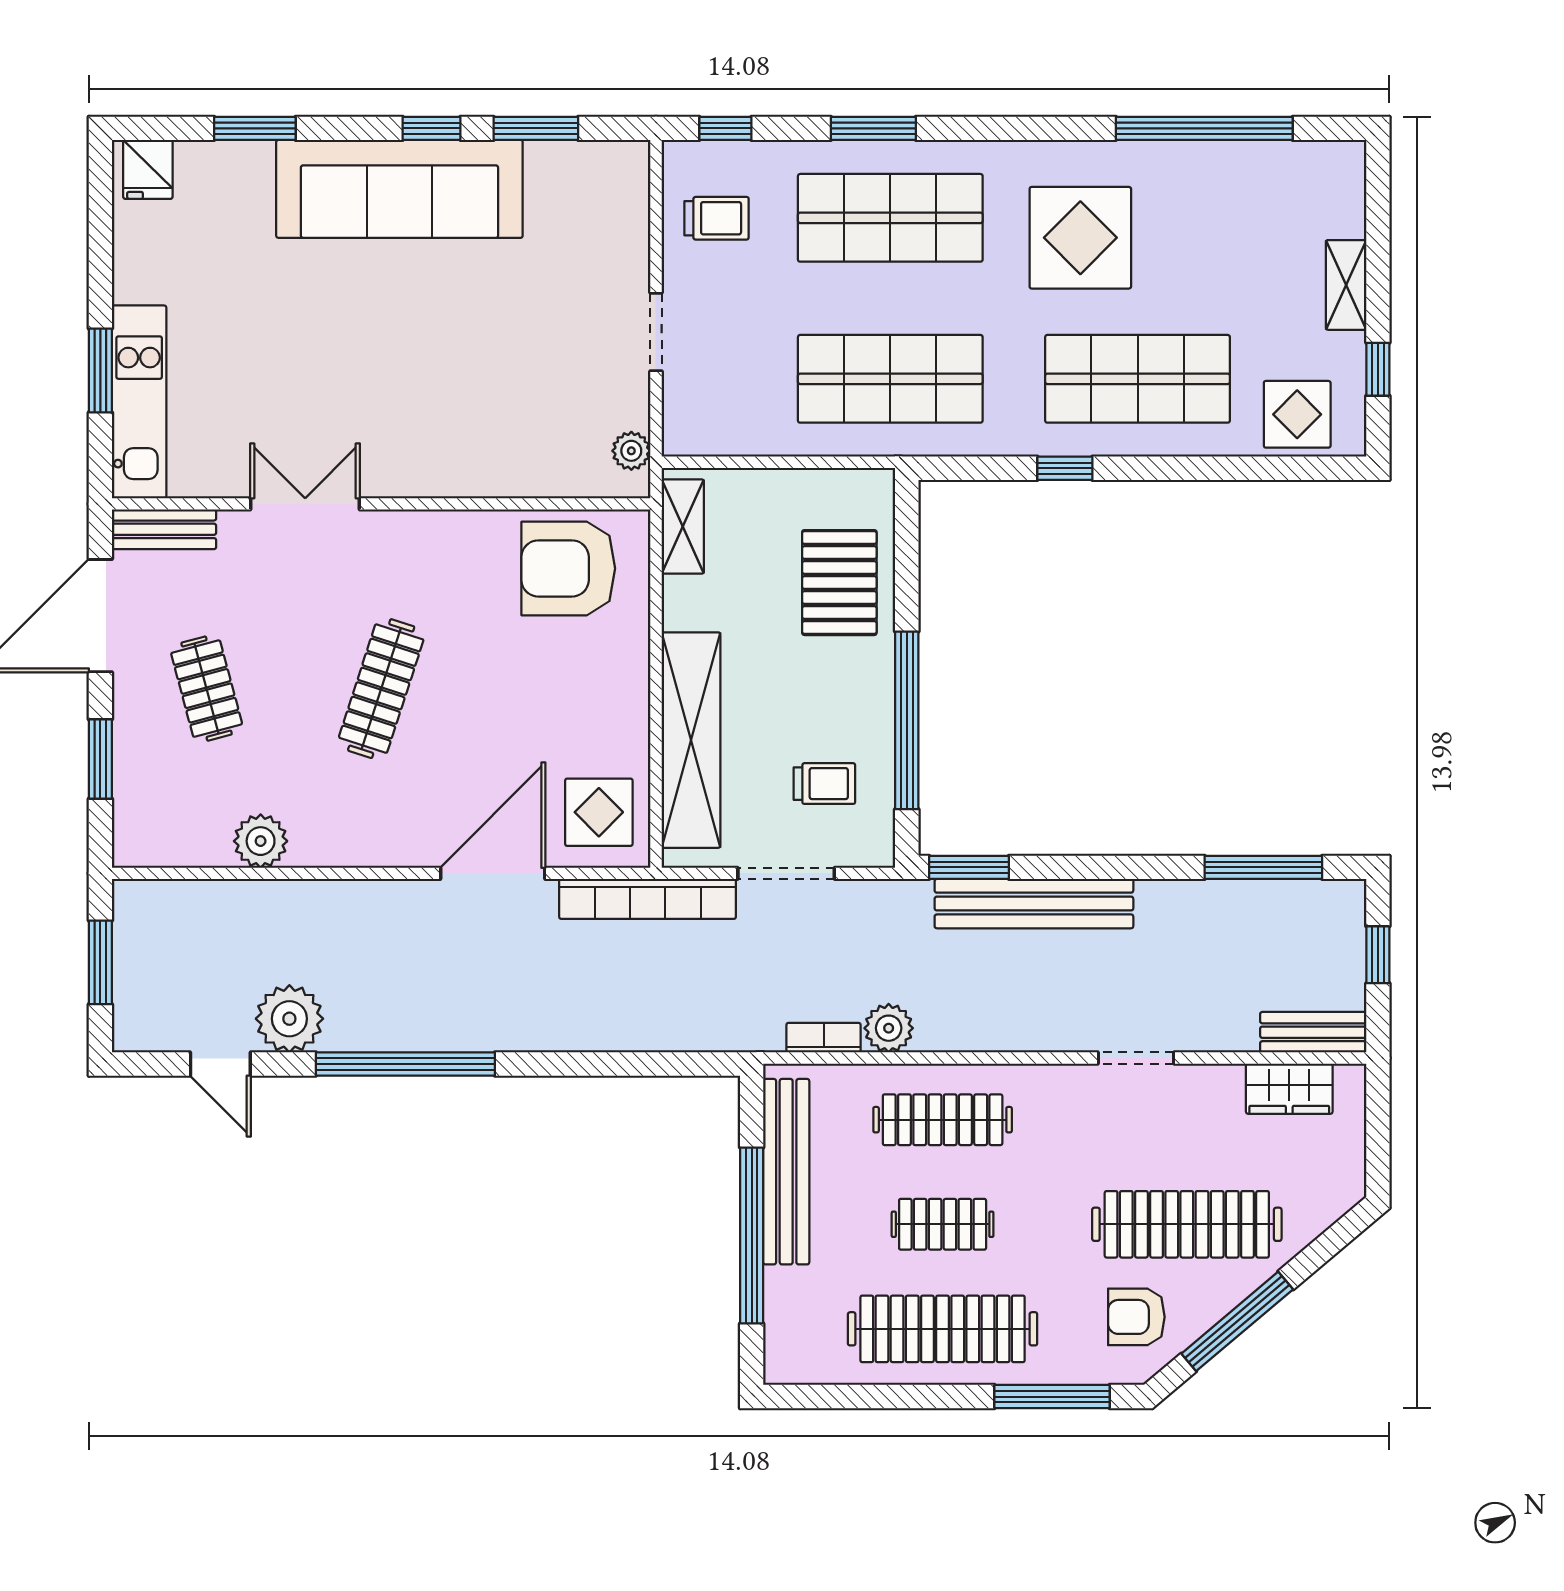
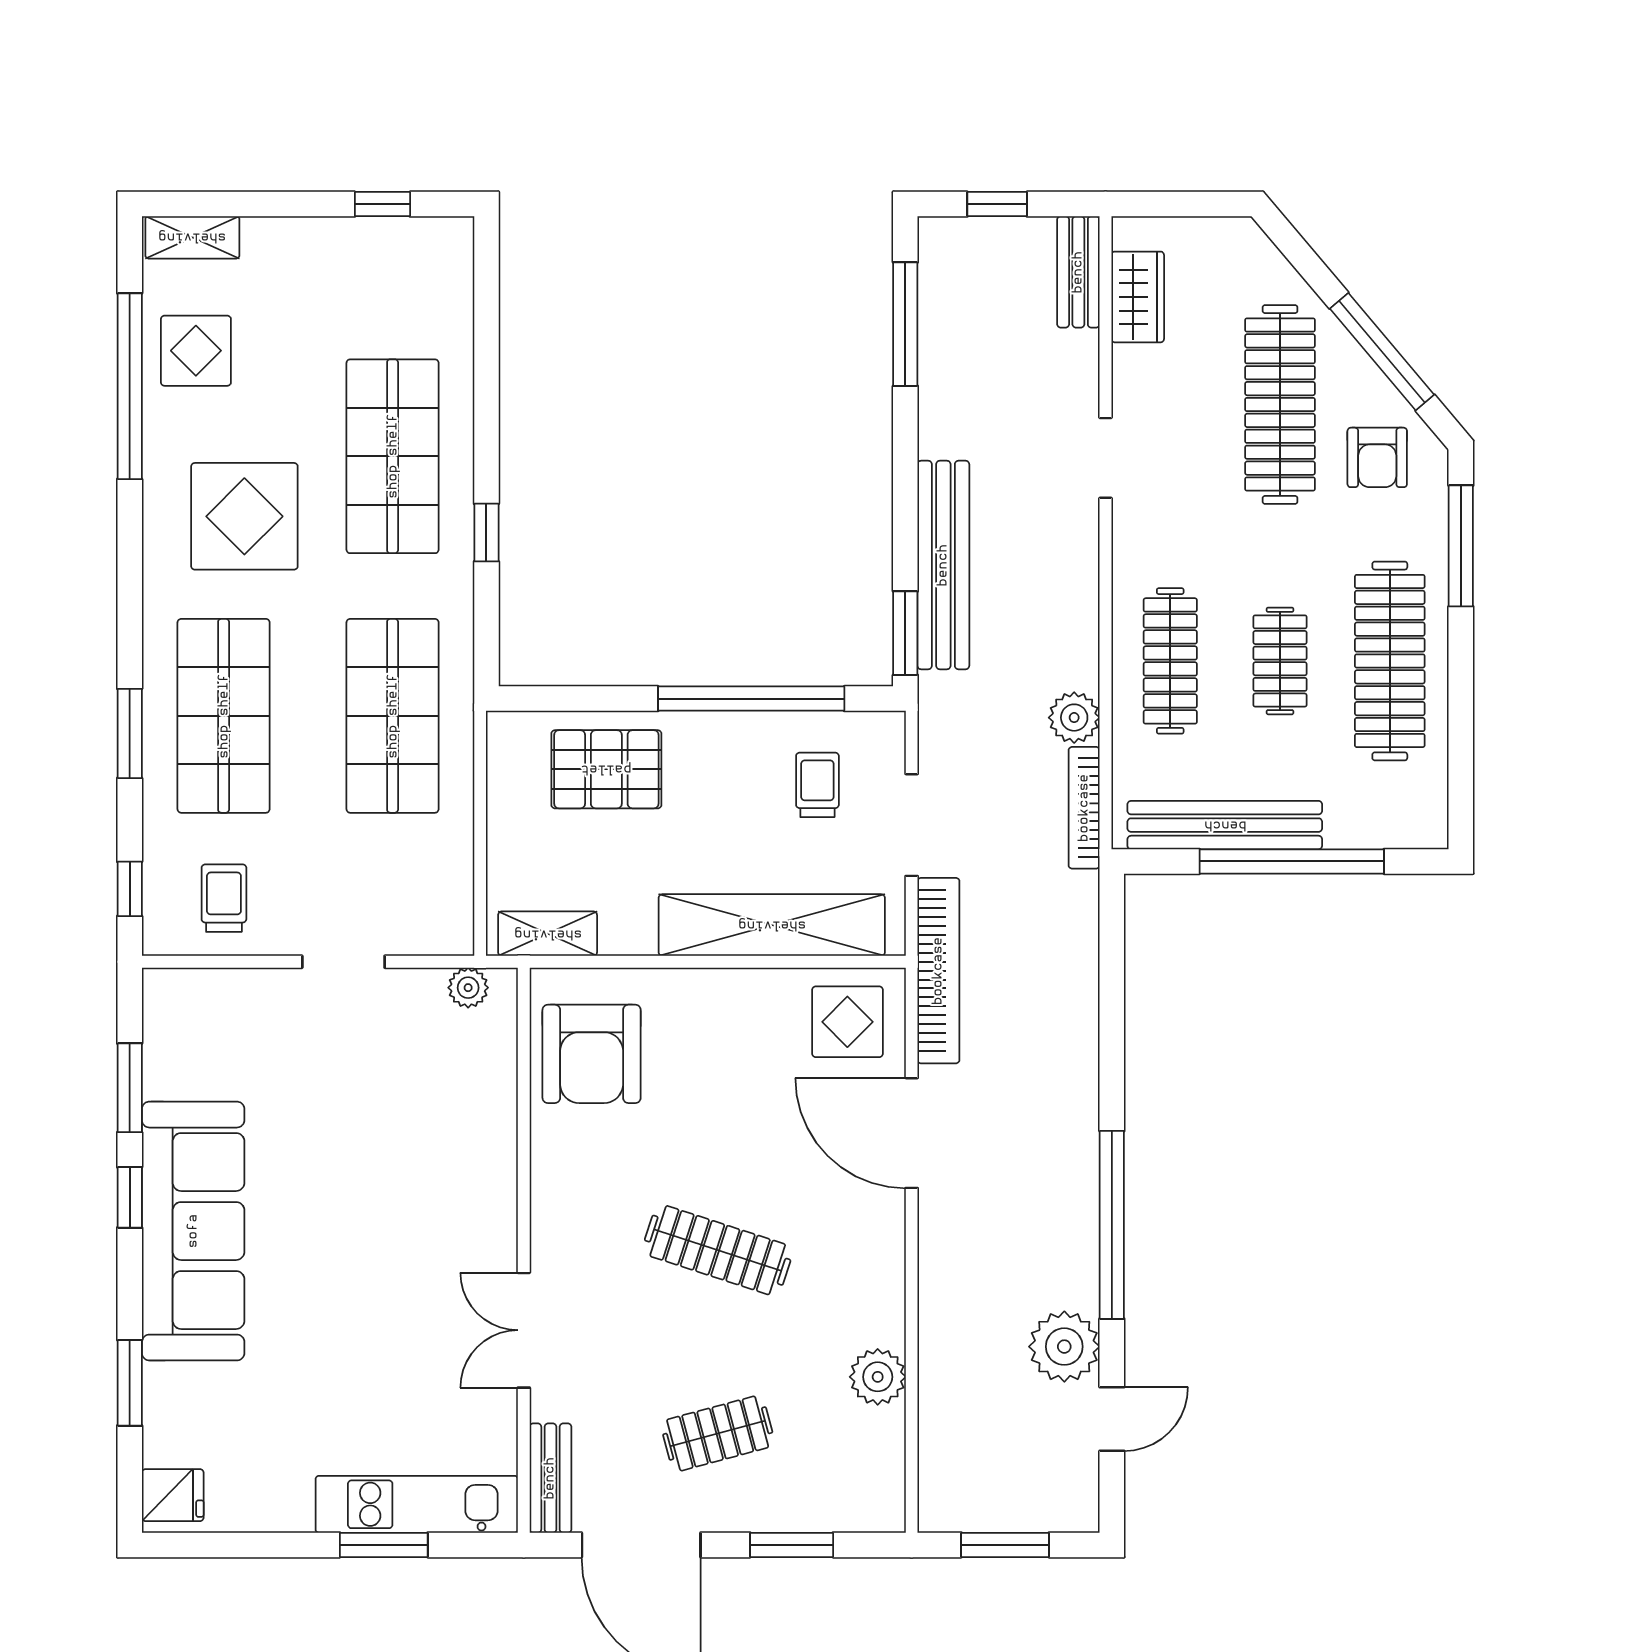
shelving: (1346, 285) -> (192, 237), moved
display table: (1297, 414) -> (196, 351), moved
bookcase: (824, 1038) -> (1084, 808), width x1.56

